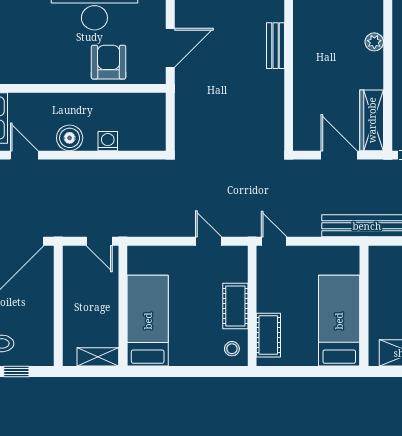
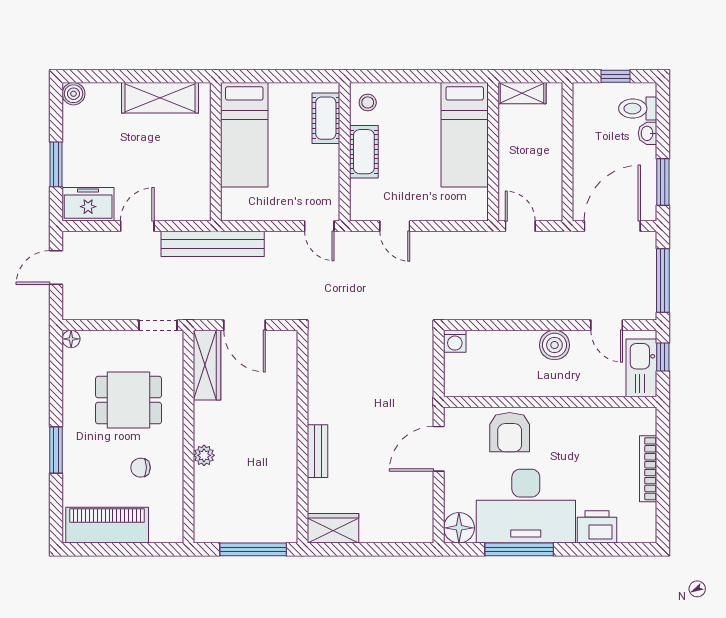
washing machine: (108, 141) -> (455, 341), moved

